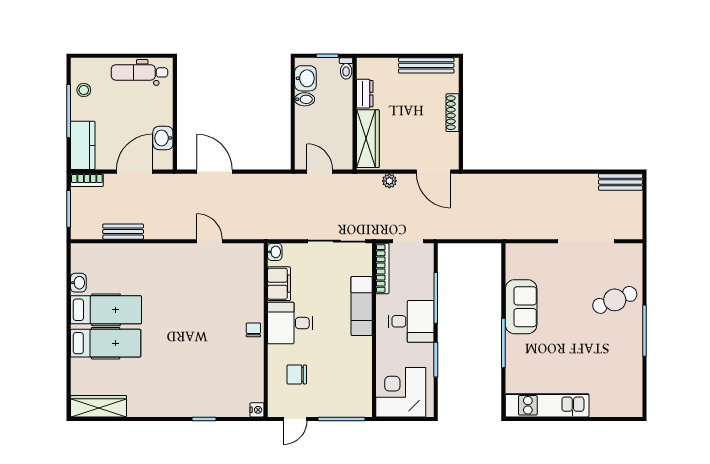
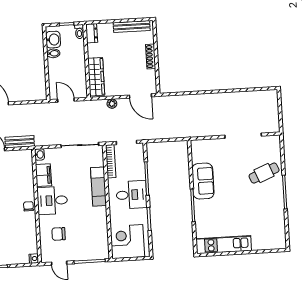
dresser: (365, 94) -> (92, 33), moved
bench: (621, 182) -> (20, 142), moved
door: (295, 419) -> (59, 263), hinge flipped

